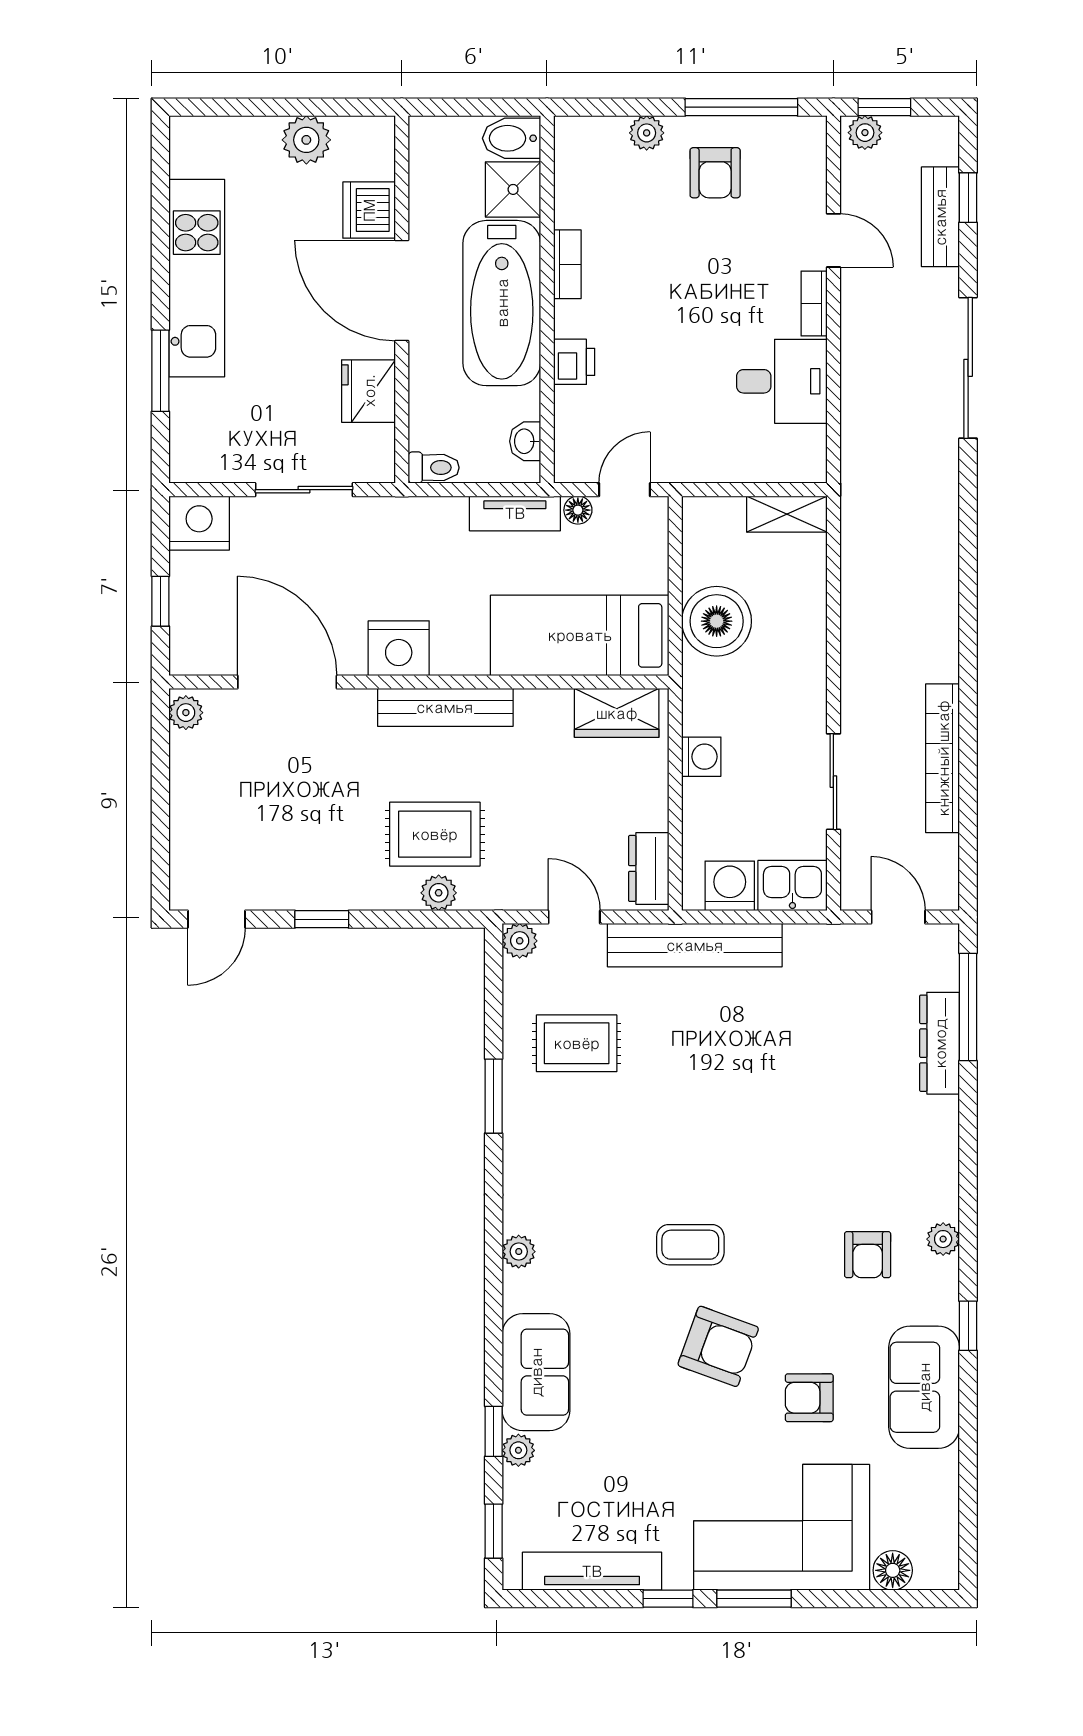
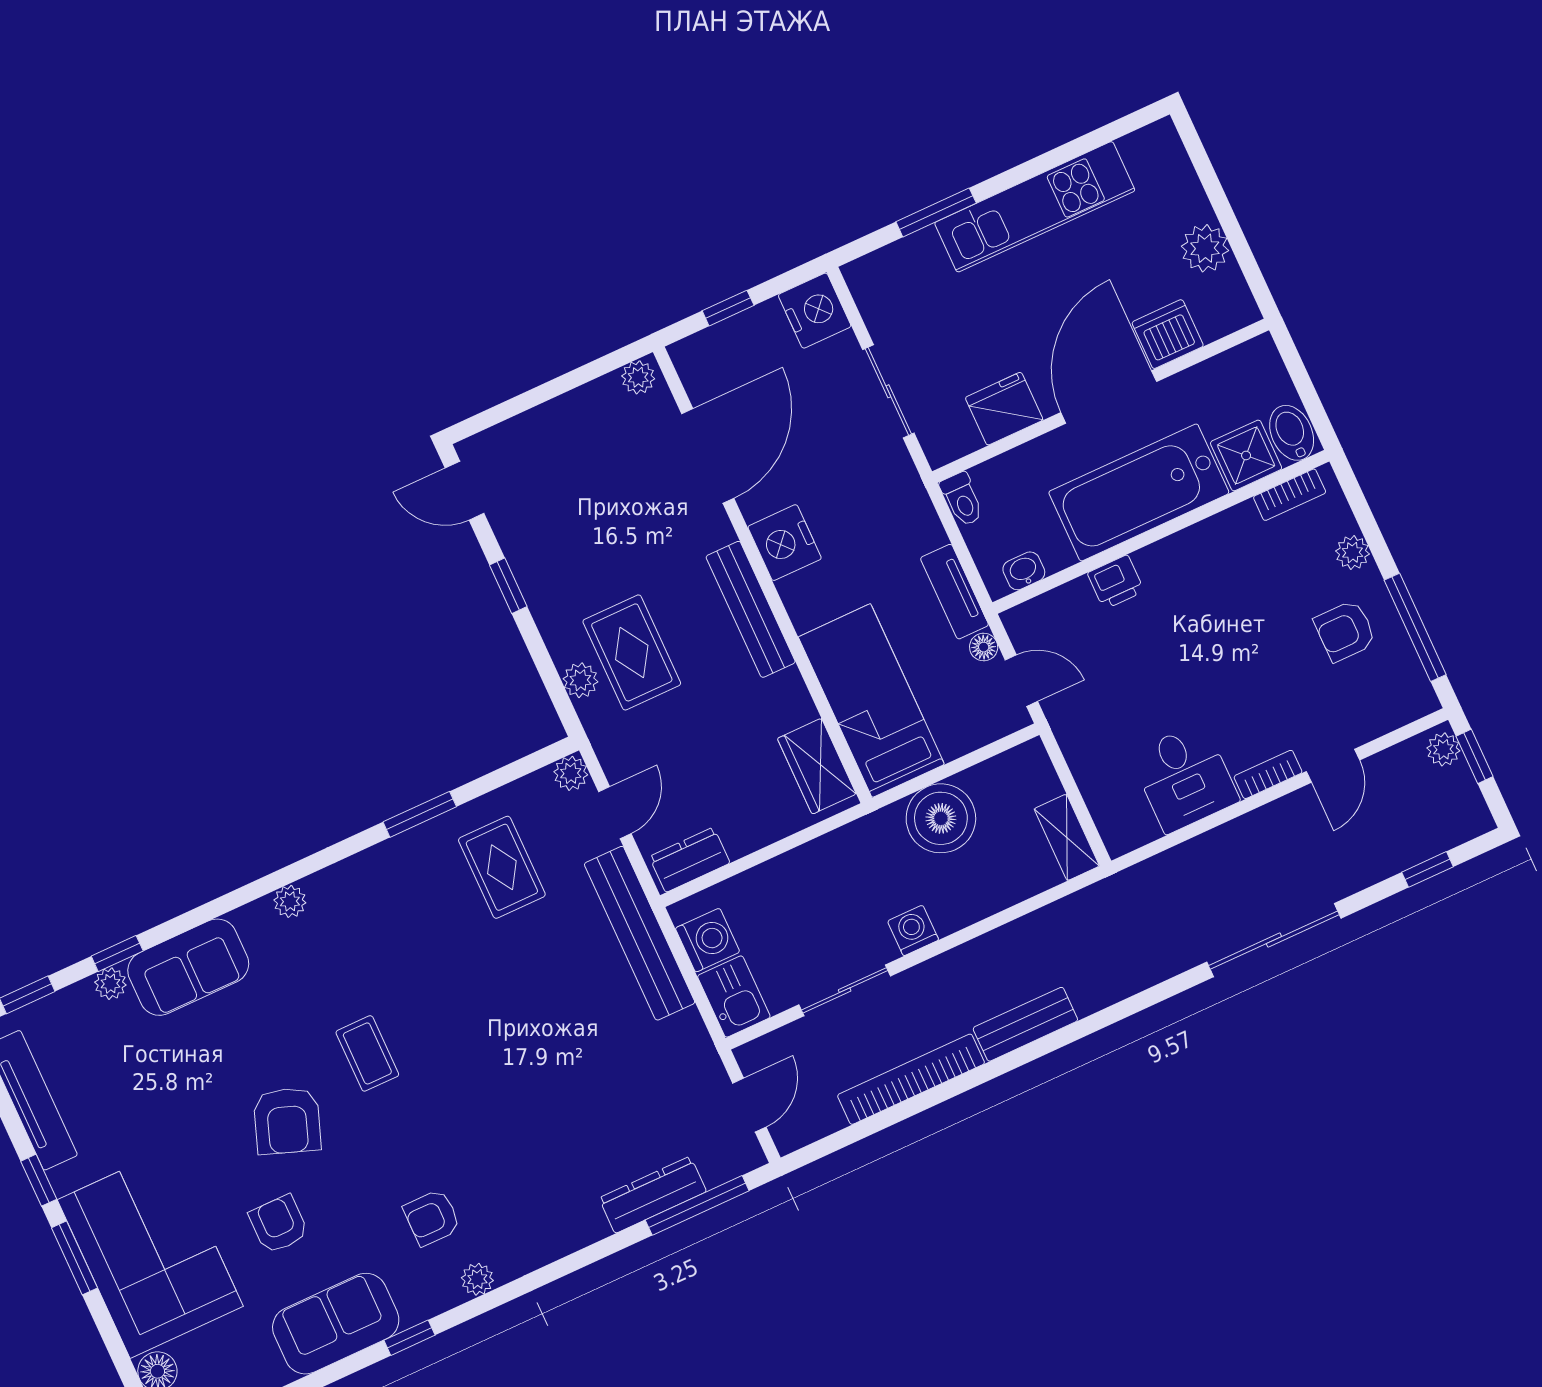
bench: (940, 217) -> (1025, 1024), moved
bookcase: (567, 264) -> (1290, 495), moved
washing machine: (701, 757) -> (913, 930), moved, turned 180

